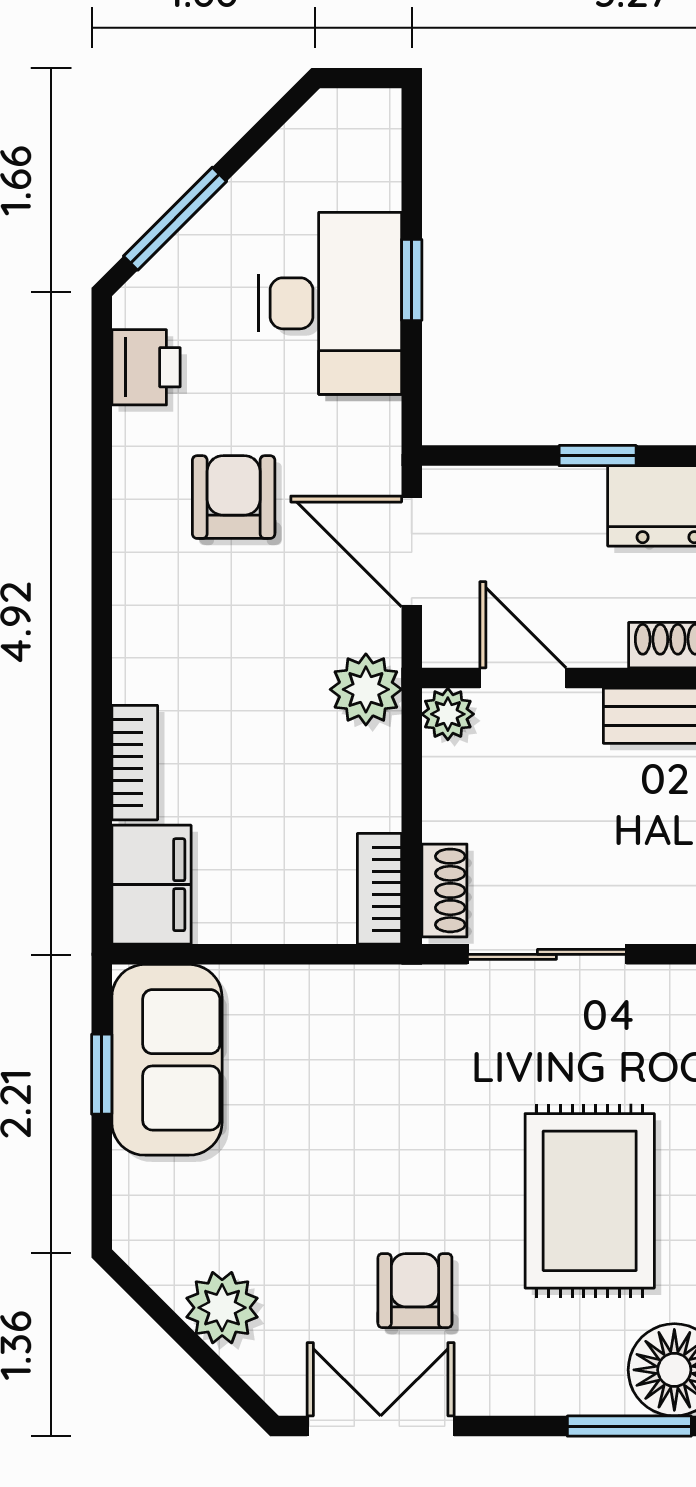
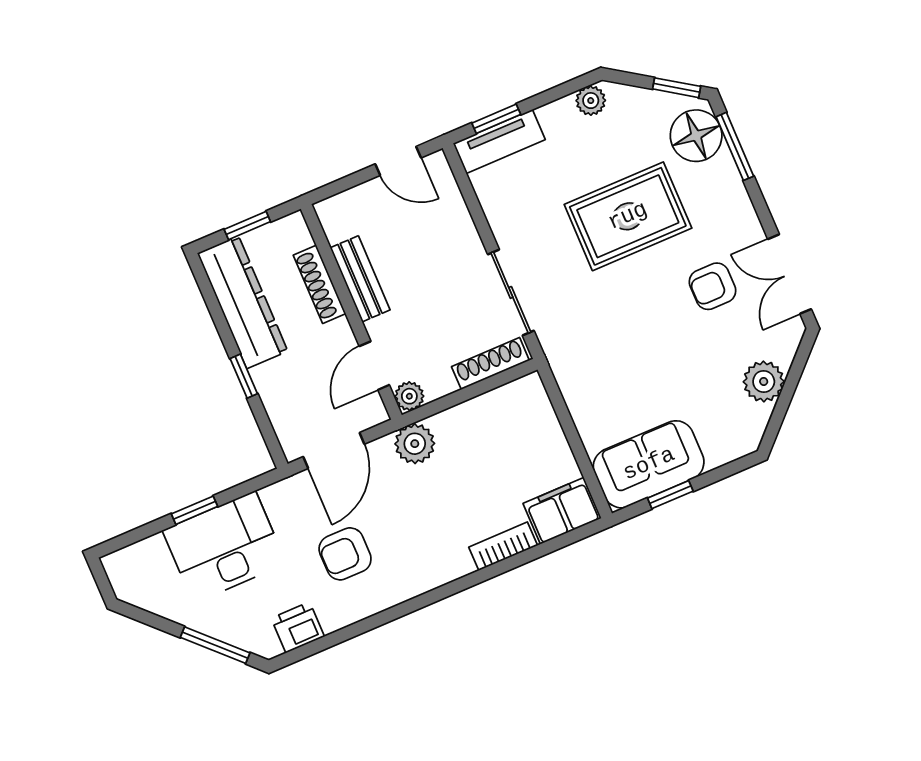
bookcase: (379, 889) -> (514, 393), removed
shoe rack: (444, 890) -> (490, 364), width x1.43

